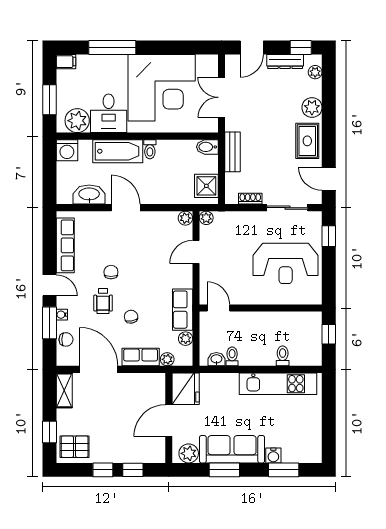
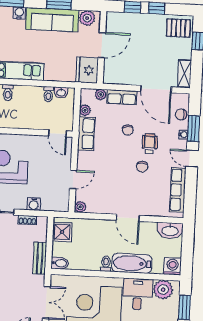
washbasin: (89, 195) -> (170, 230), moved
plant: (206, 218) -> (64, 206), removed
water cooler: (243, 219) -> (34, 204), added

